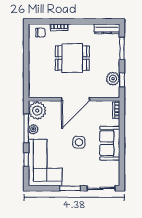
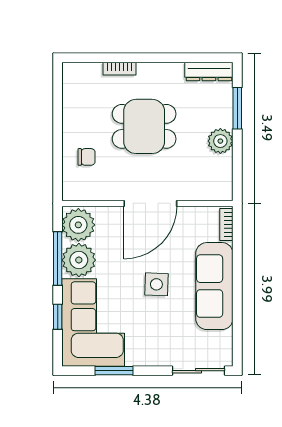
chair: (40, 33) -> (87, 157), moved
plant: (113, 79) -> (220, 141), moved
window: (122, 80) -> (237, 167), removed
plant: (33, 129) -> (79, 260), width x1.87, depth x1.87
sofa: (110, 143) -> (214, 286), width x1.36
window: (70, 188) -> (114, 371), moved

